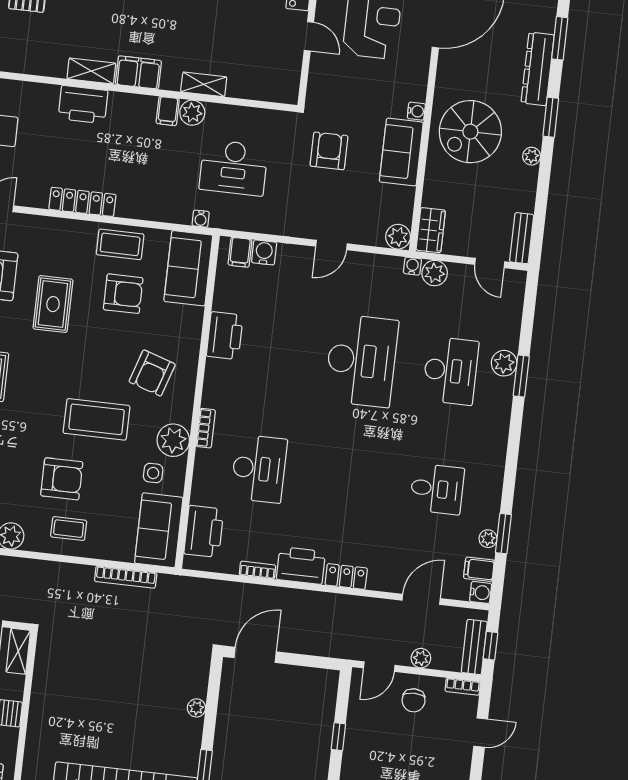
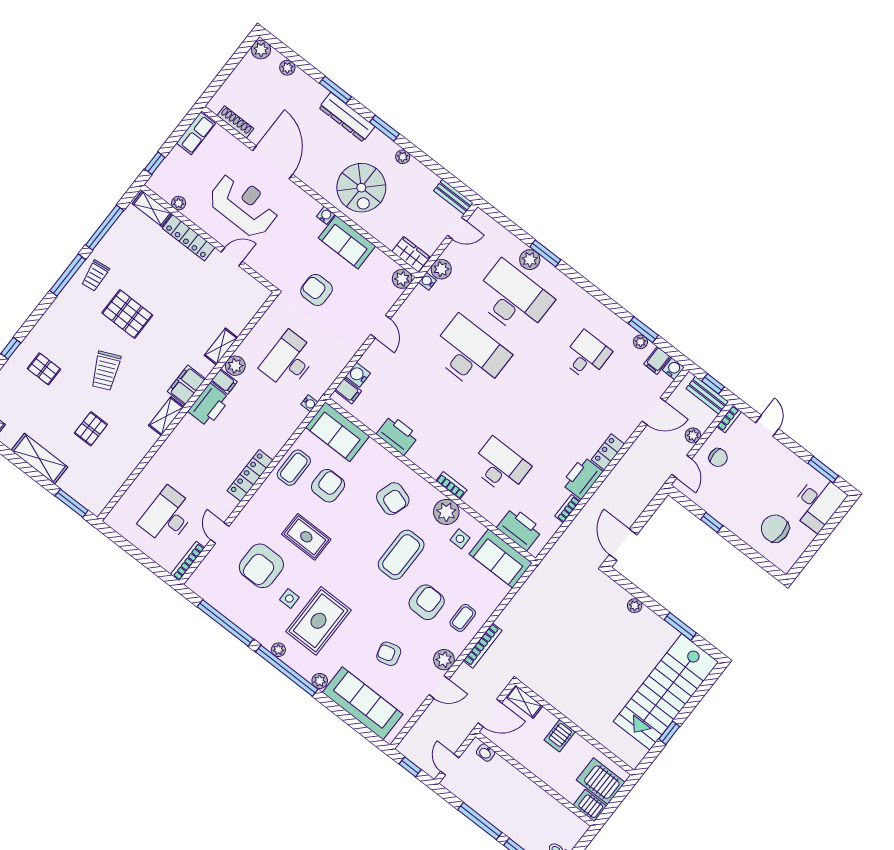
printer: (83, 105) -> (209, 405), moved
desk: (234, 168) -> (289, 361), turned 180
desk: (450, 371) -> (513, 298), width x1.36, depth x1.30
bookcase: (126, 577) -> (483, 646), moved
door: (421, 599) -> (654, 411), swing flipped

